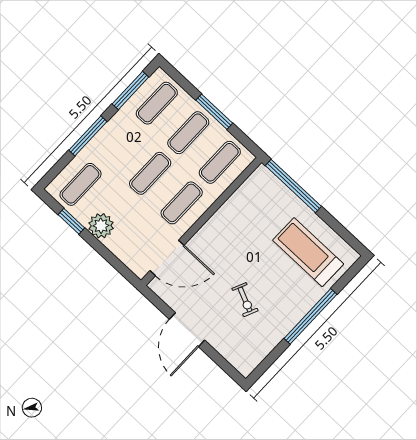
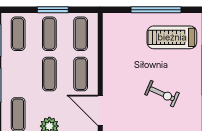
window: (293, 186) -> (156, 10), moved
door: (167, 258) -> (100, 110), swing flipped
exercise bike: (245, 300) -> (162, 94), width x1.38, depth x1.39

